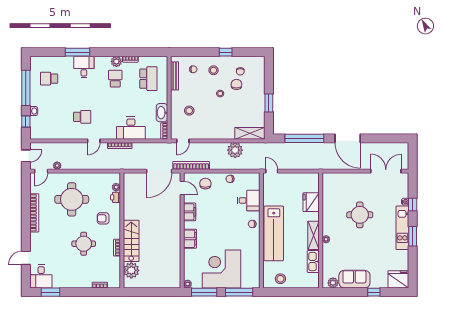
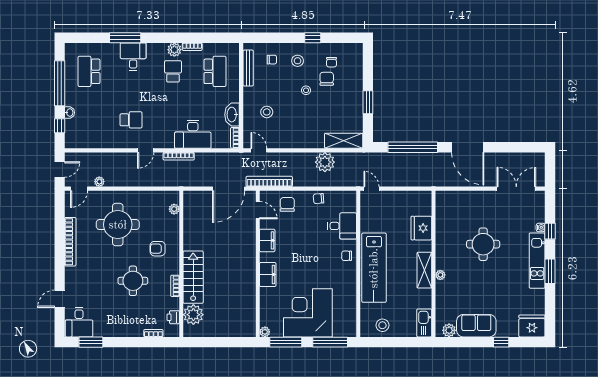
school desk: (49, 79) -> (89, 71), width x1.85
door: (183, 141) -> (259, 150), swing flipped
printer: (116, 197) -> (173, 317), moved
kitchen sink: (313, 261) -> (424, 323), moved

